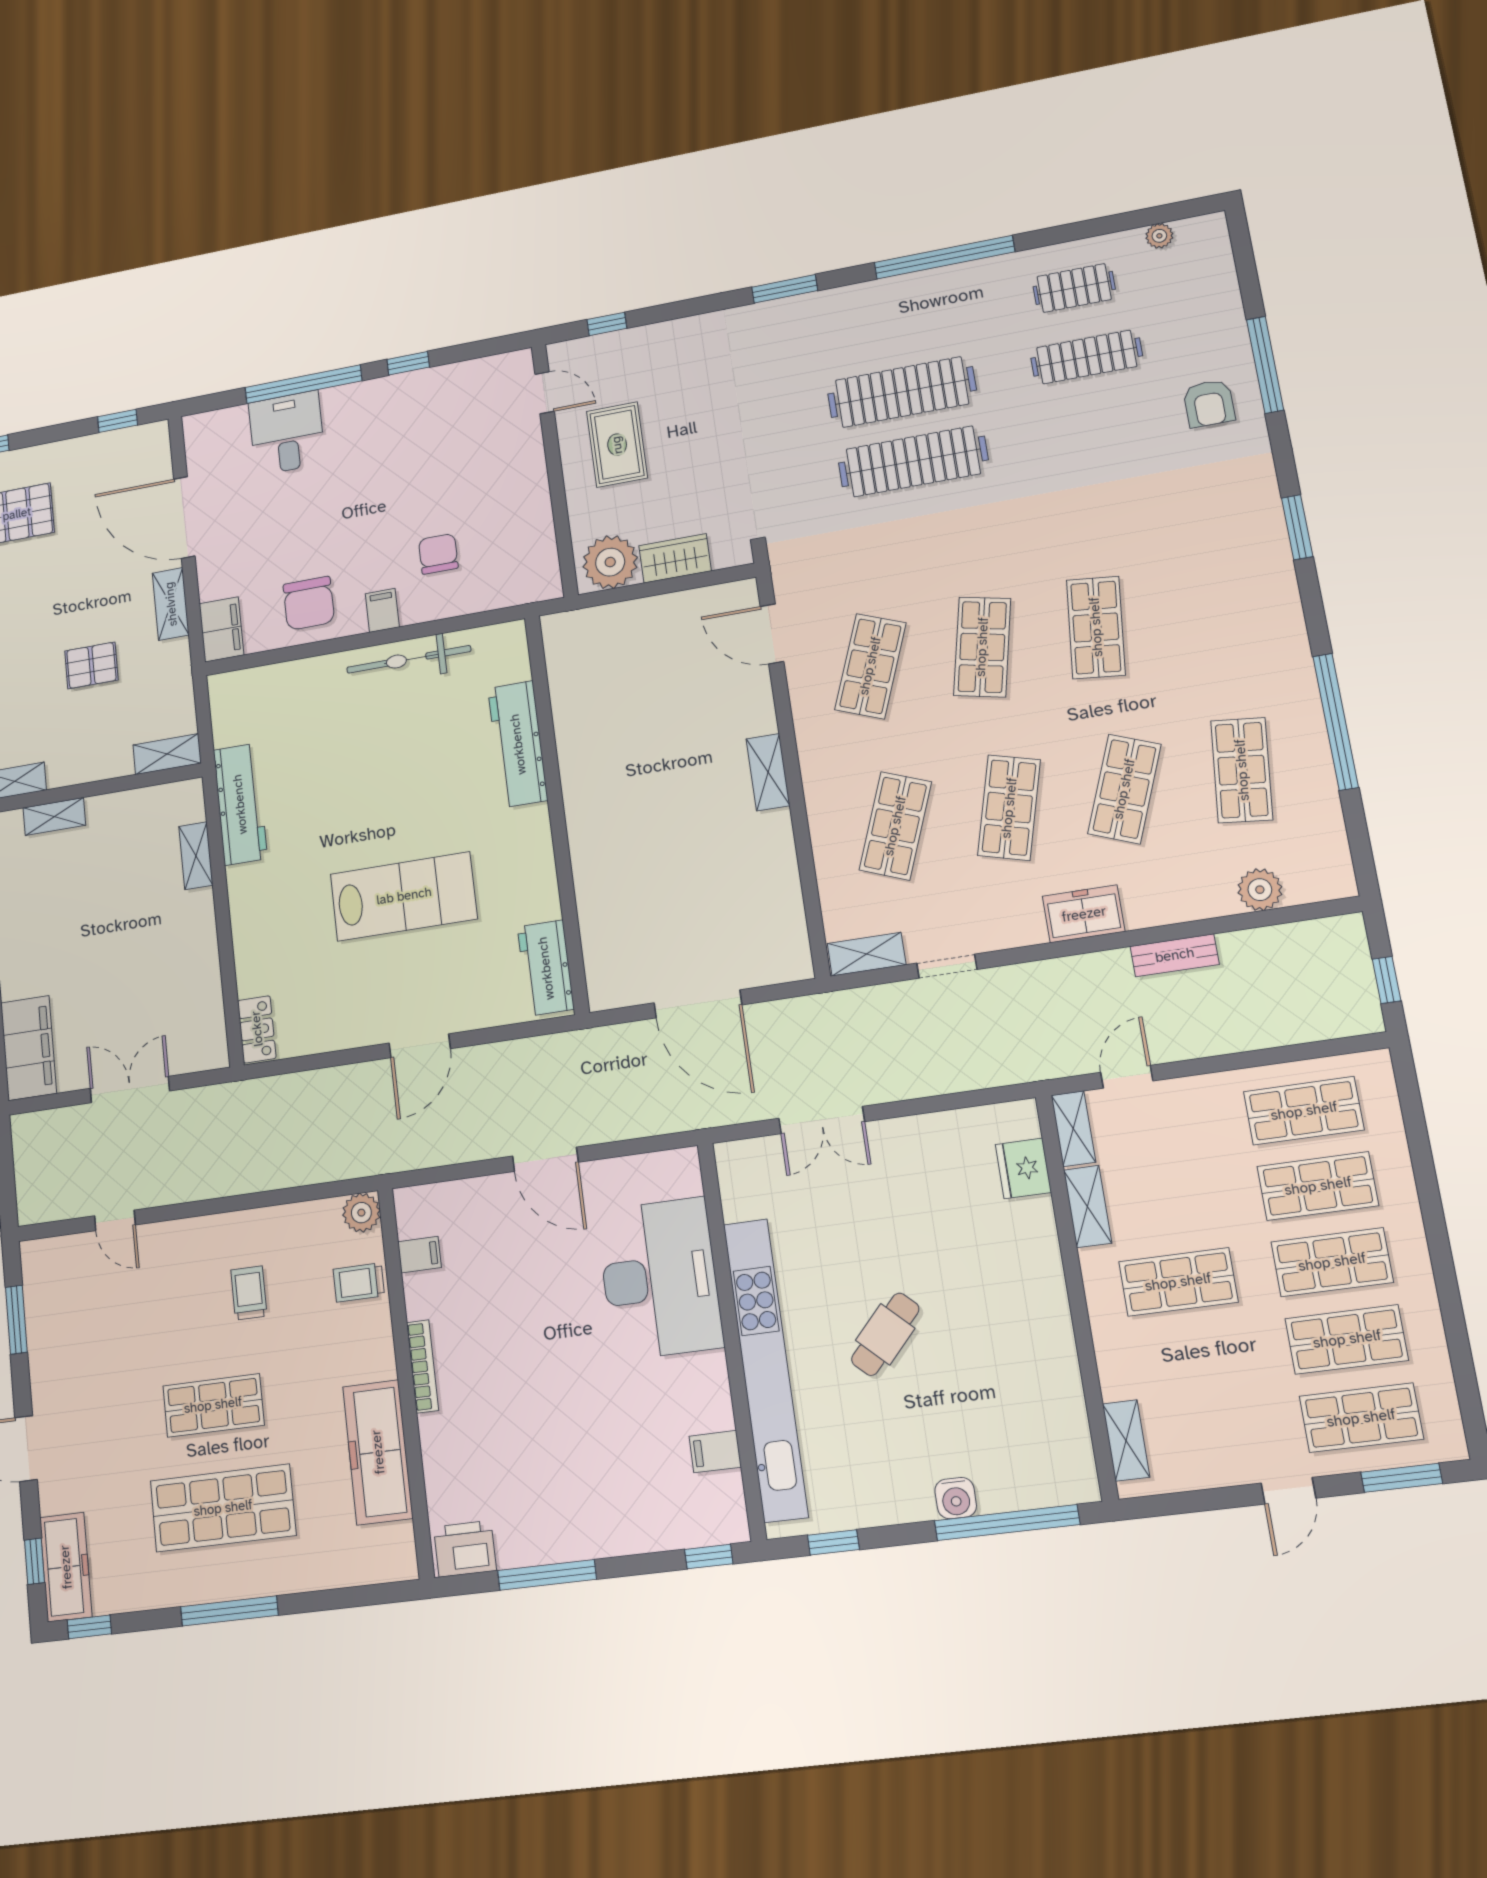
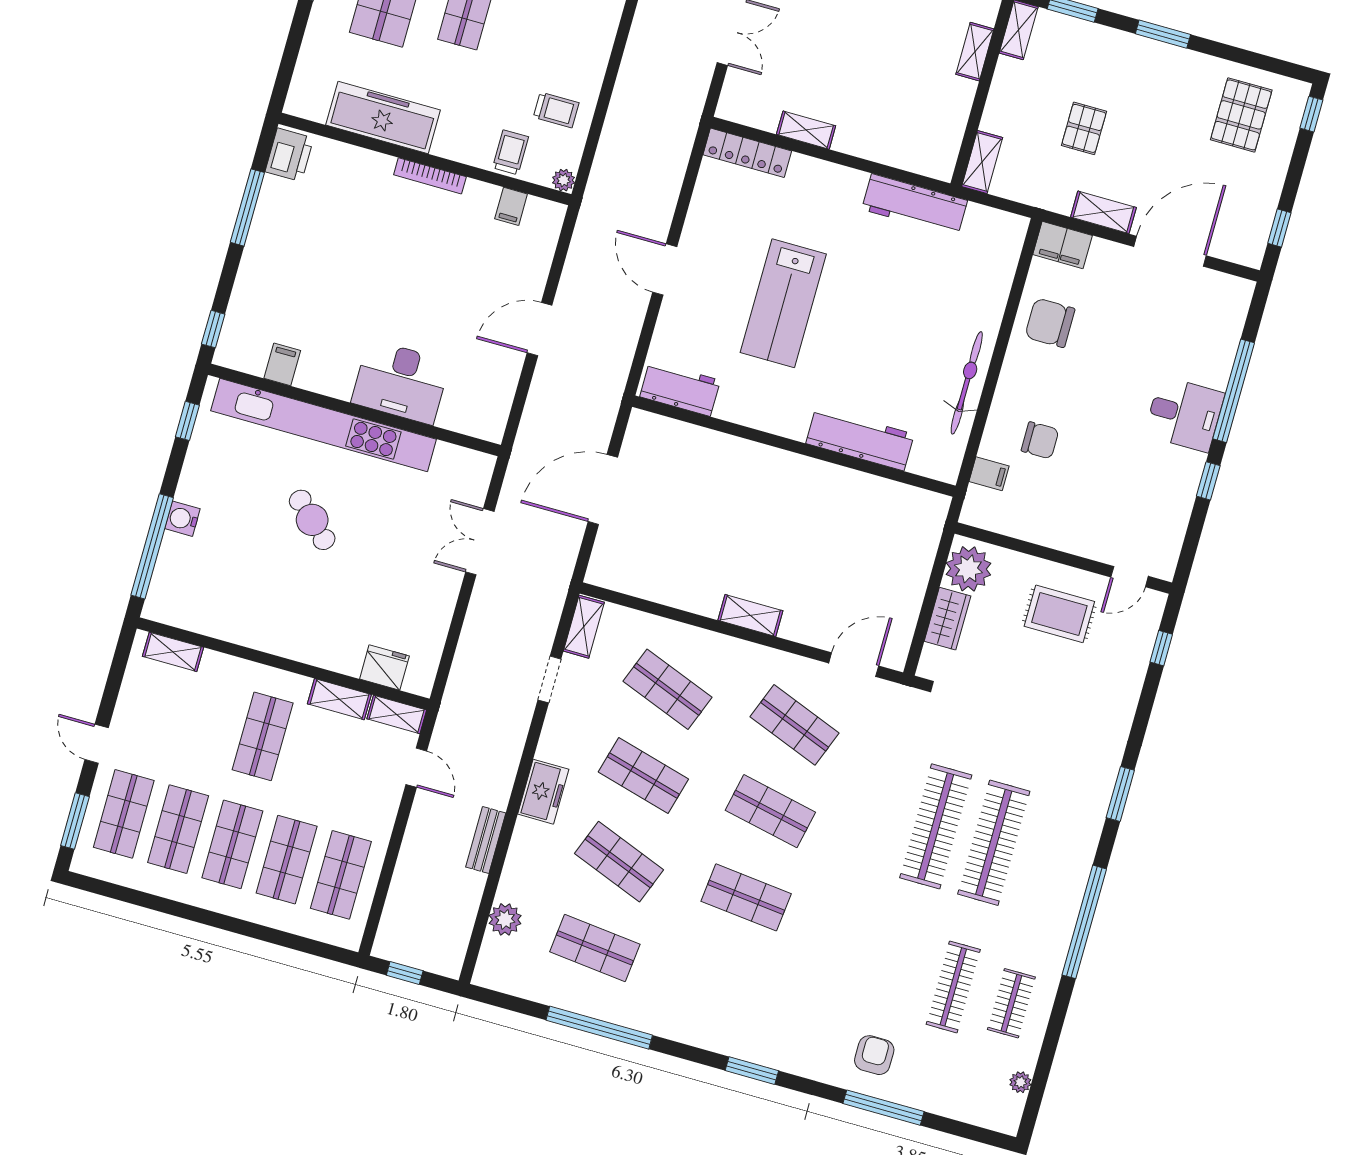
armchair: (1209, 403) -> (874, 1055), turned 90
desk: (287, 433) -> (1184, 414), moved
filing cabinet: (382, 610) -> (989, 474), moved
shelving: (196, 856) -> (806, 130), moved
locker: (257, 1029) -> (747, 153), width x1.53
plant: (361, 1213) -> (564, 180), width x0.73, depth x0.73
desk: (660, 1279) -> (401, 382), width x0.73, depth x0.77
trolley: (249, 1293) -> (556, 110), moved

